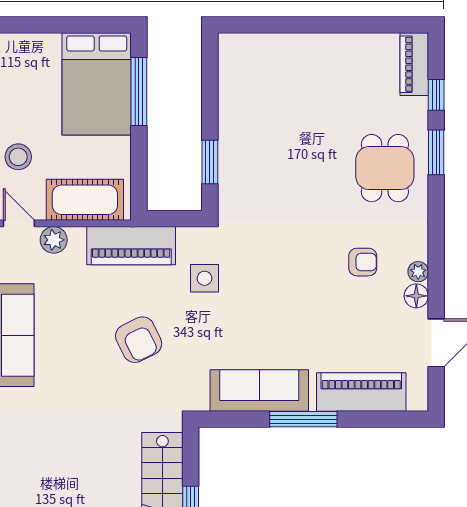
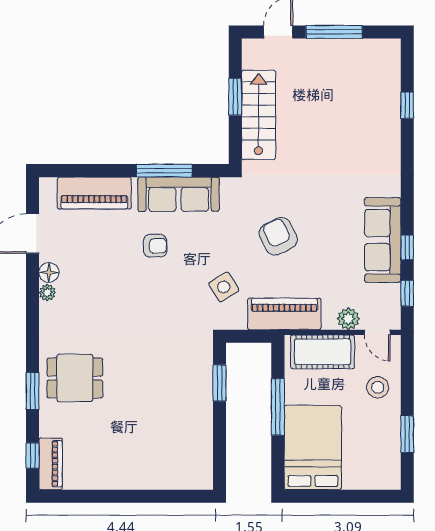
window: (139, 91) -> (278, 407), moved
window: (436, 95) -> (33, 456), moved
dining table: (385, 168) -> (75, 378), turned 90
armchair: (363, 262) -> (155, 246), moved, turned 180
side table: (204, 278) -> (224, 287), turned -32
window: (303, 419) -> (164, 171), moved

